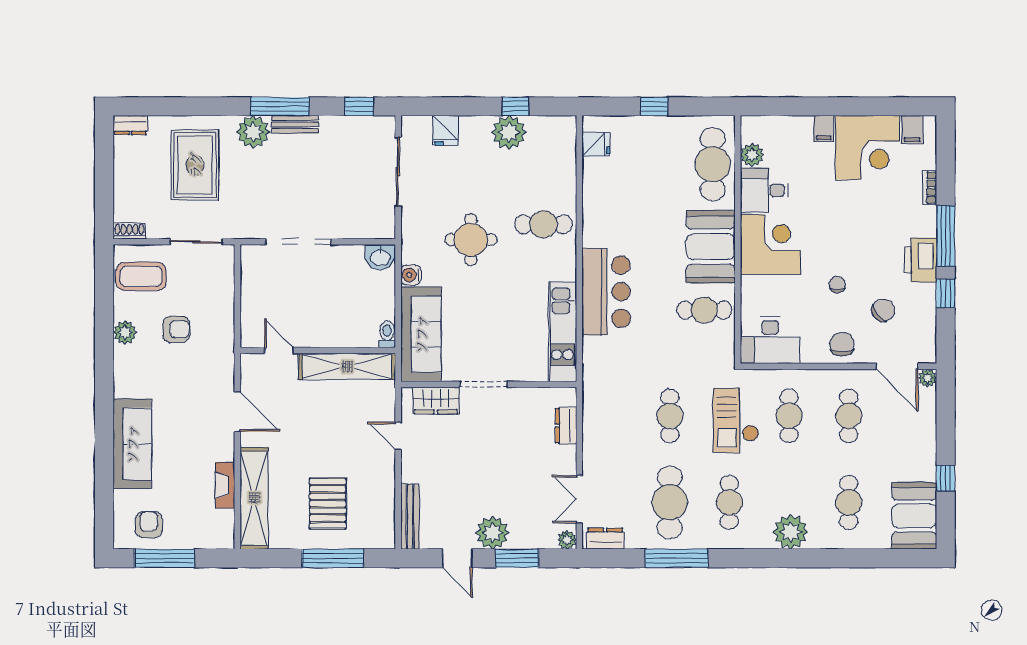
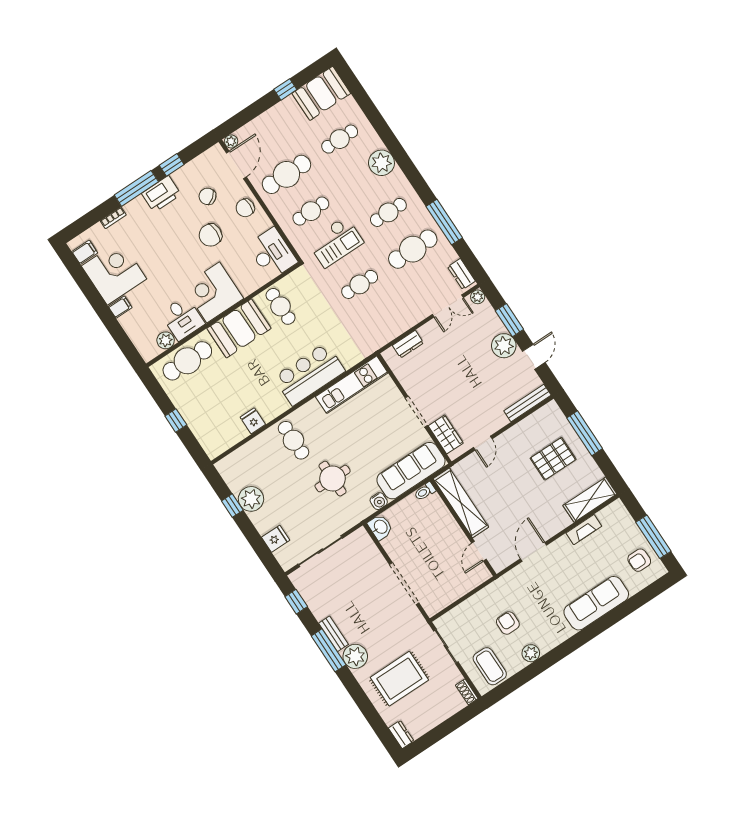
fridge: (596, 144) -> (253, 421), moved
chair: (837, 284) -> (210, 235), width x1.87, depth x1.87
cafe table: (849, 416) -> (286, 174), width x1.37, depth x1.35
shelving: (254, 498) -> (590, 500), width x0.68

